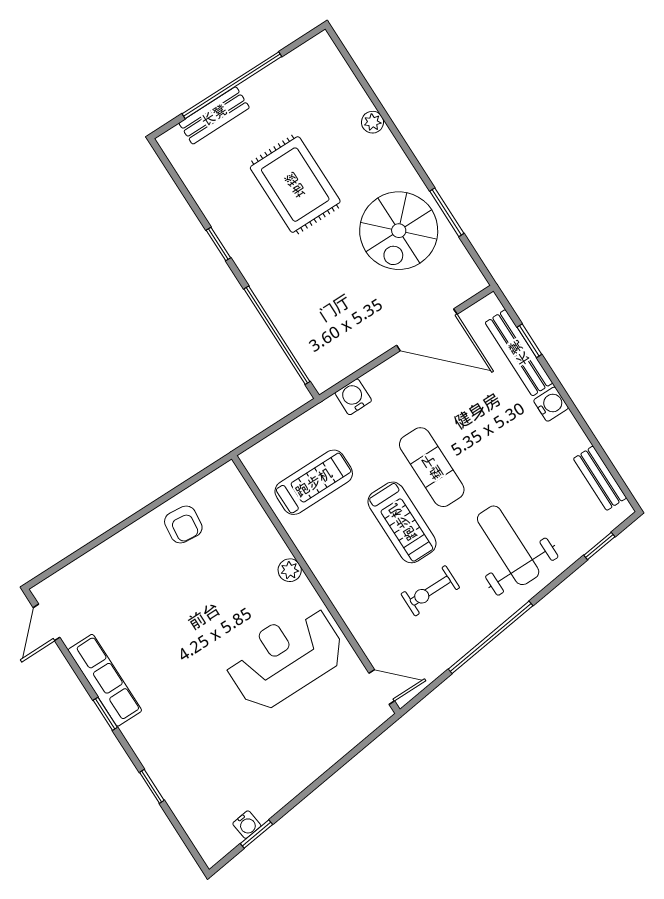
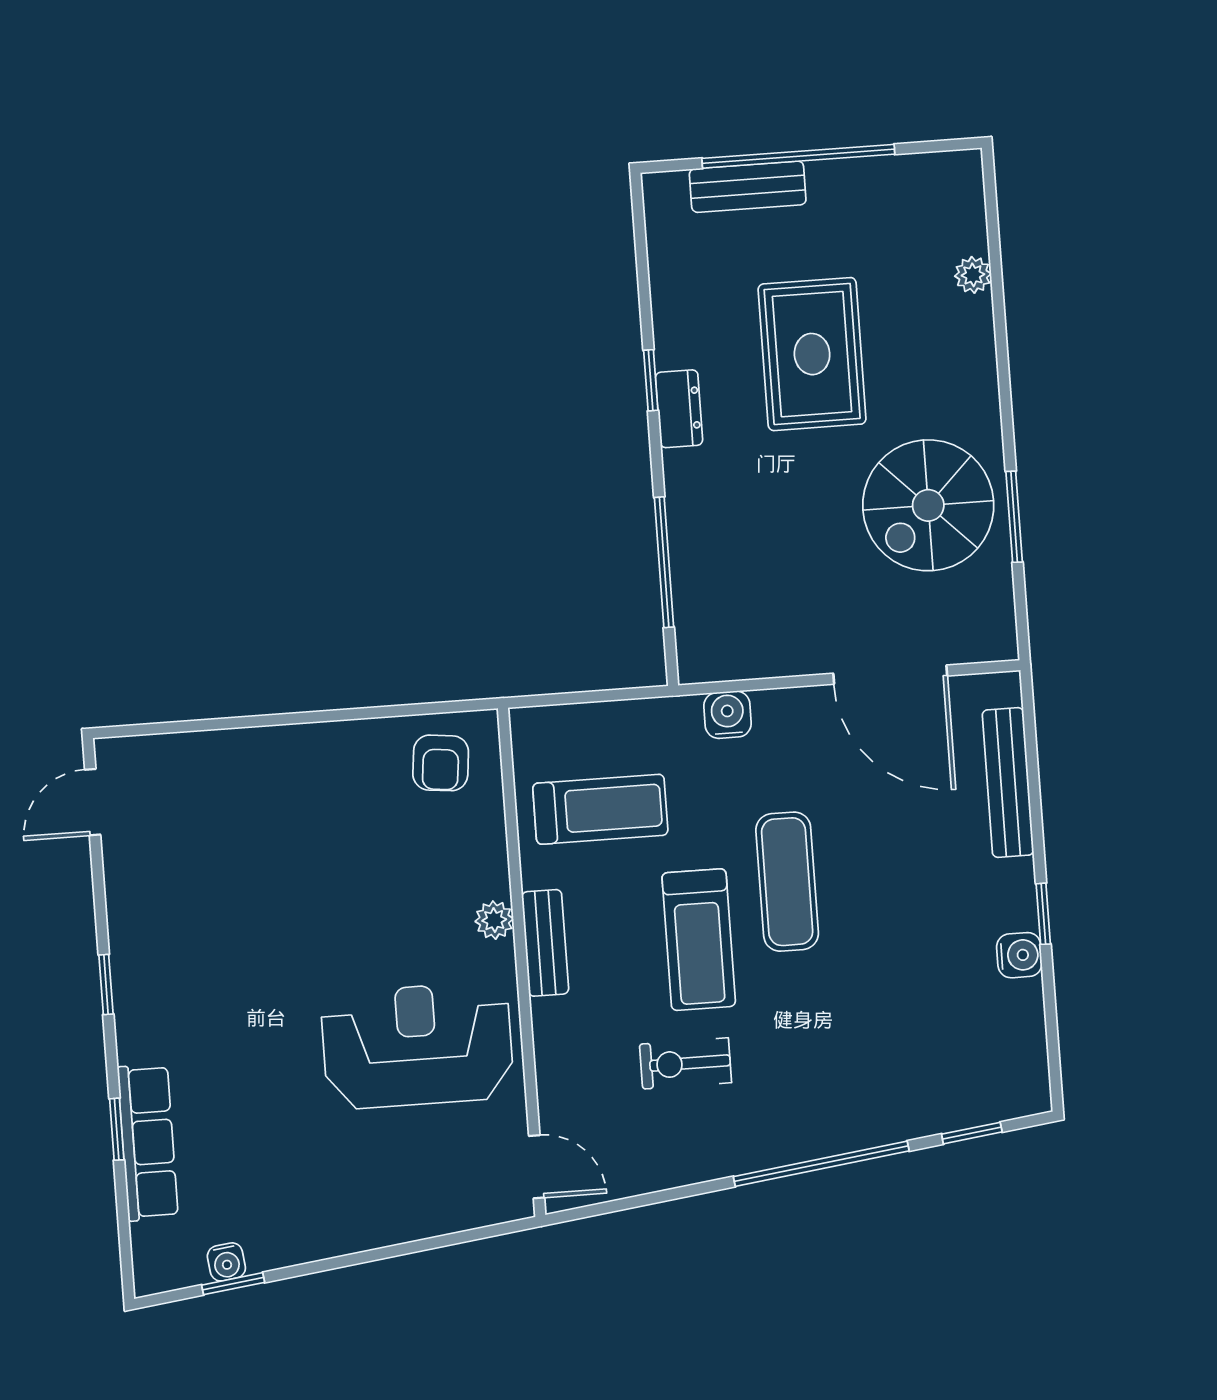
plant: (373, 122) -> (973, 275), moved
dresser: (241, 251) -> (679, 409), added
window: (277, 335) -> (664, 562), width x0.68
window: (529, 341) -> (1043, 914), moved
water cooler: (551, 404) -> (1019, 955), moved
bench: (600, 478) -> (545, 943), moved
armchair: (183, 525) -> (441, 763), moved
weight bench: (508, 545) -> (837, 1059), removed
window: (491, 637) -> (821, 1164), moved
row of seats: (105, 680) -> (148, 1142), moved

